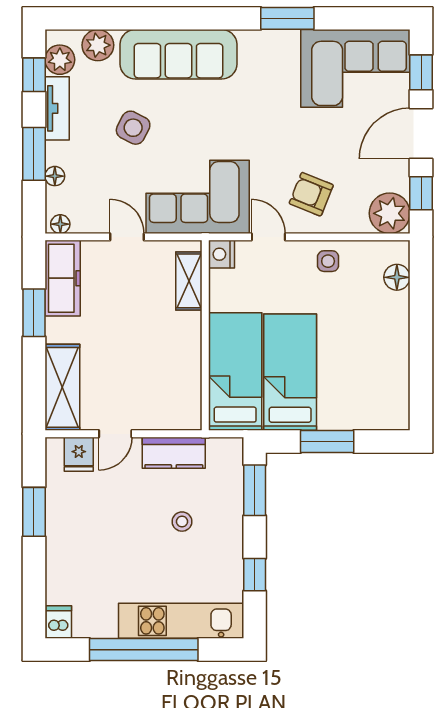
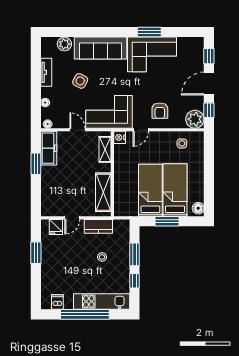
plant: (60, 60) -> (47, 50), removed
corner sofa: (355, 68) -> (152, 54), moved
window: (34, 75) -> (36, 57), removed
window: (34, 154) -> (36, 93), removed
armchair: (311, 194) -> (160, 111), turned -112
door: (268, 237) -> (141, 130), swing flipped
side table: (328, 261) -> (182, 143), moved
floor lamp: (397, 277) -> (198, 208), moved
bed: (235, 372) -> (175, 190), moved
shelving: (62, 387) -> (103, 192), moved
window: (255, 490) -> (135, 254), moved
dishwasher: (59, 622) -> (57, 302), moved

